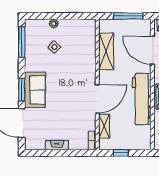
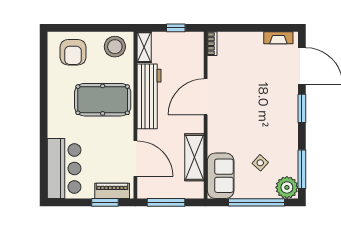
window: (57, 16) -> (257, 202), added
plant: (54, 24) -> (287, 187), moved, width x1.87, depth x1.87
sofa: (35, 90) -> (221, 176), moved, turned 180
shelving: (104, 126) -> (144, 47), moved
fireplace: (57, 145) -> (278, 38), moved

